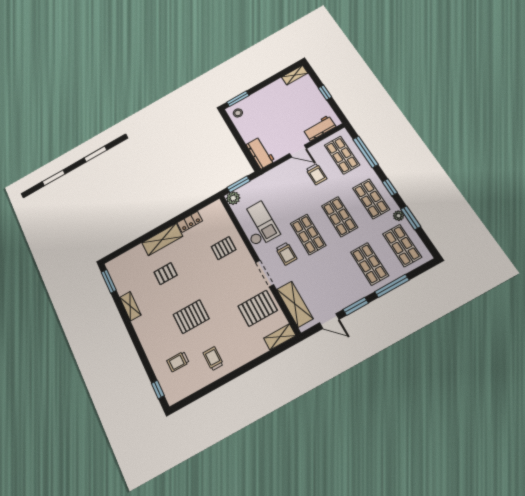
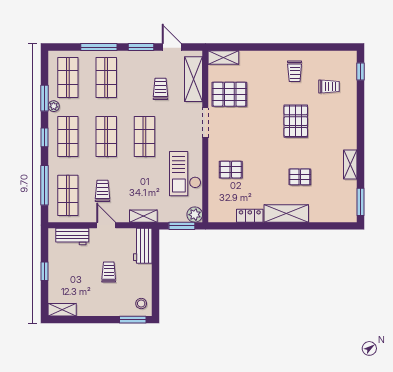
trolley: (275, 120) -> (109, 272), added
shelving: (273, 174) -> (143, 216), added
trolley: (286, 254) -> (160, 89), moved
pallet: (191, 317) -> (296, 121), turned 90

